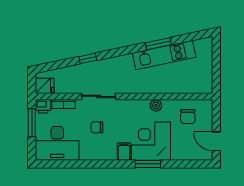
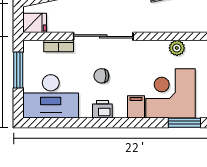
sliding door: (98, 96) -> (103, 36), width x1.37
printer: (43, 106) -> (102, 109), moved, turned 180
window: (148, 164) -> (184, 123), moved

